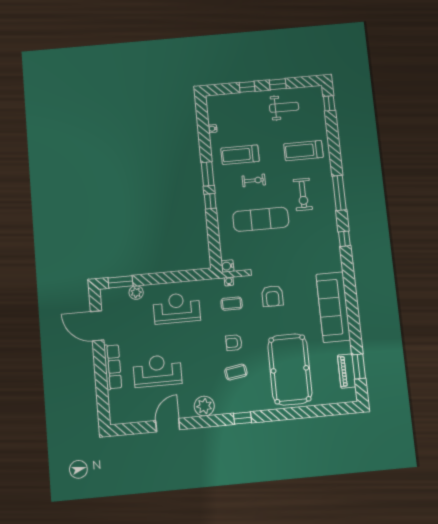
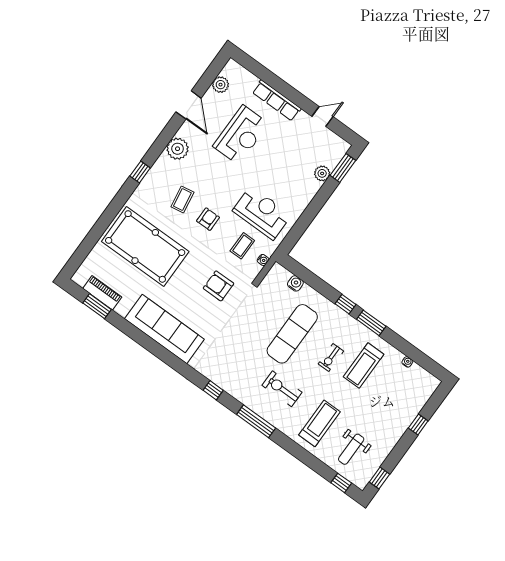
window: (278, 84) -> (379, 478), moved
weight bench: (284, 107) -> (351, 449), moved
treadmill: (240, 155) -> (364, 365), turned 180
water cooler: (227, 266) -> (295, 283), moved
reception desk: (177, 308) -> (262, 213), moved, turned -90
door: (97, 326) -> (323, 116), width x0.53
plant: (135, 415) -> (221, 85), added

